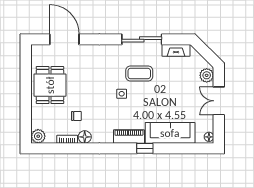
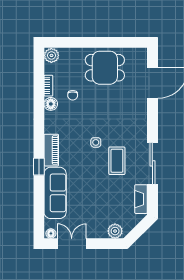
double door: (219, 101) -> (72, 244), moved

